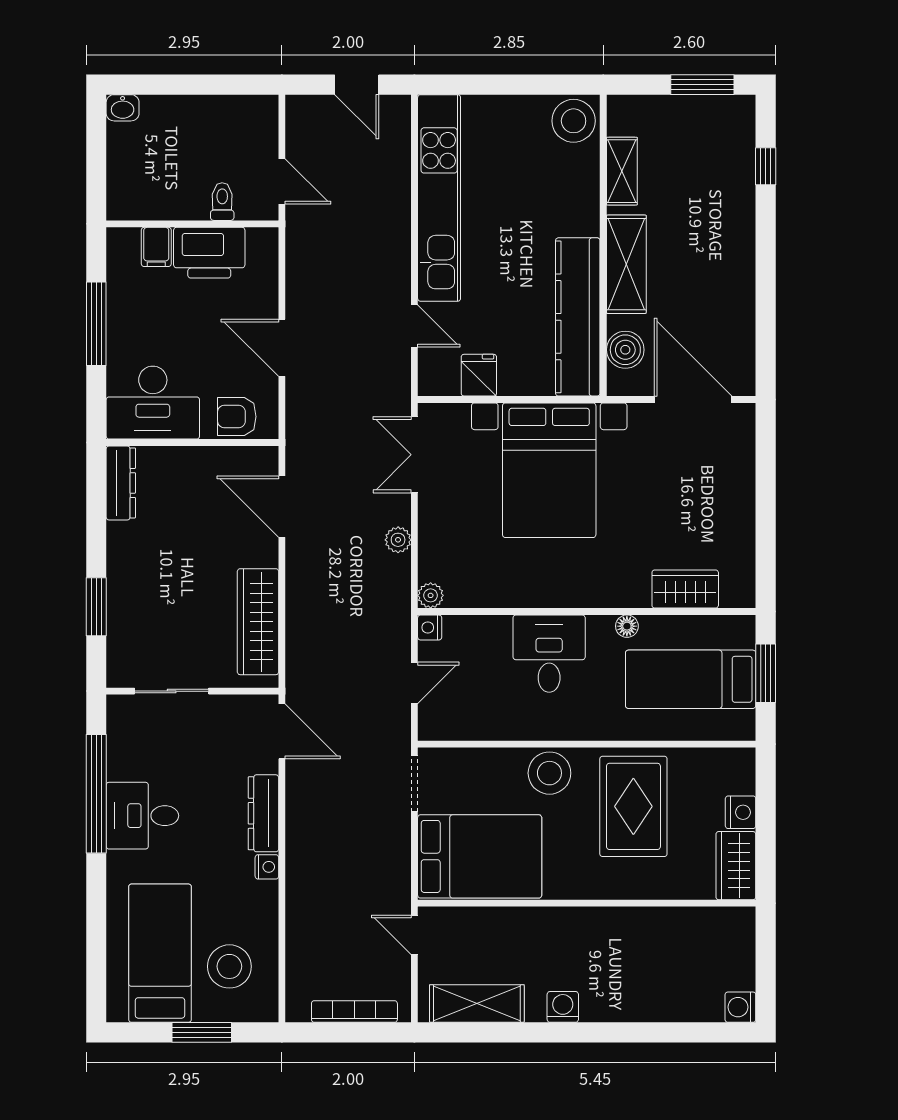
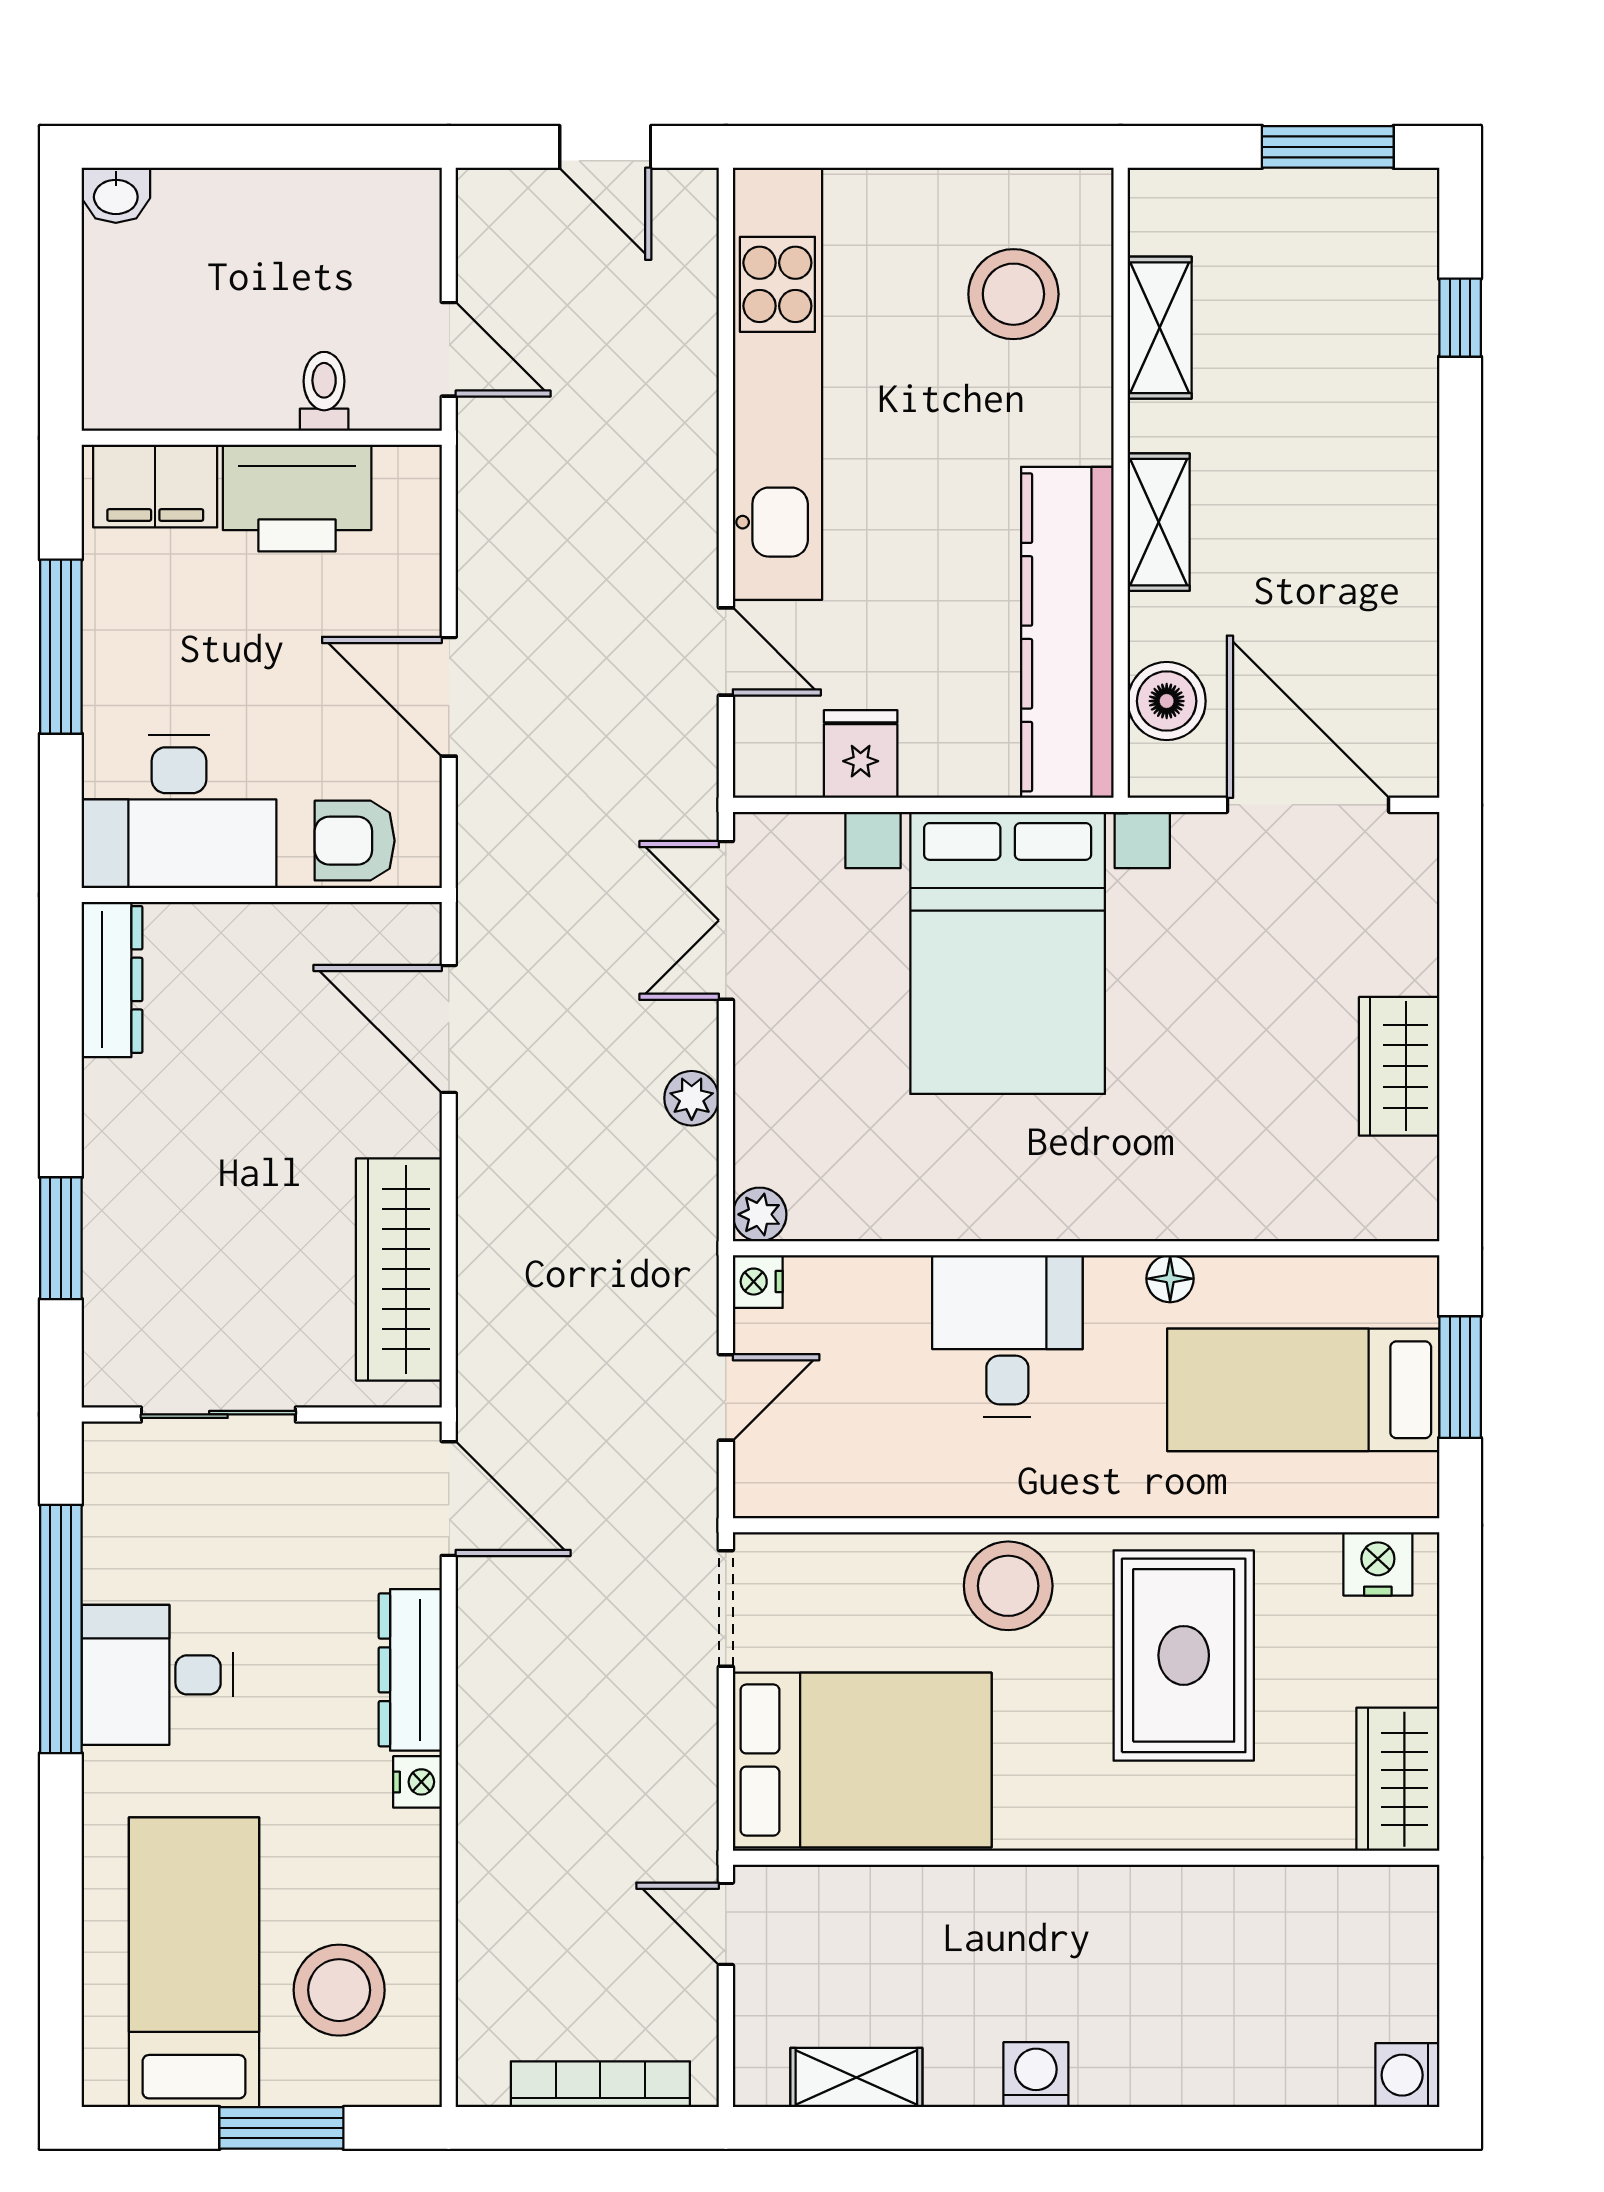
stool: (574, 121) -> (1013, 294), moved
filing cabinet: (156, 247) -> (155, 486), width x2.00
shelving: (626, 264) -> (1159, 522), width x0.67, depth x0.75
wardrobe: (685, 589) -> (1399, 1066), moved, turned -90
nightstand: (741, 812) -> (1378, 1564), moved, turned -90
shelving: (477, 1004) -> (856, 2077), width x0.67, depth x0.75

